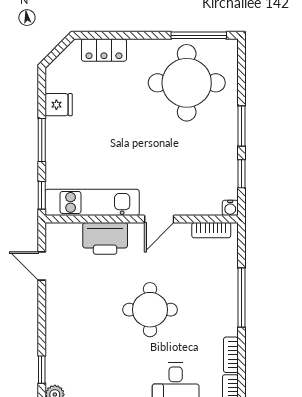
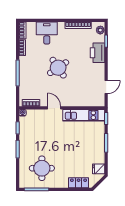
round table: (187, 83) -> (42, 168), width x0.73, depth x0.73
fridge: (59, 105) -> (99, 169), moved
door: (159, 219) -> (54, 108), hinge flipped
printer: (105, 238) -> (97, 53), moved, turned -90
door: (42, 266) -> (106, 87), hinge flipped
round table: (150, 310) -> (58, 68), turned -34

